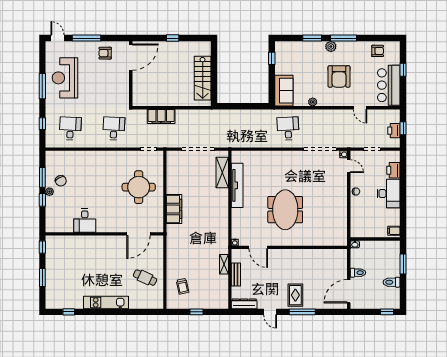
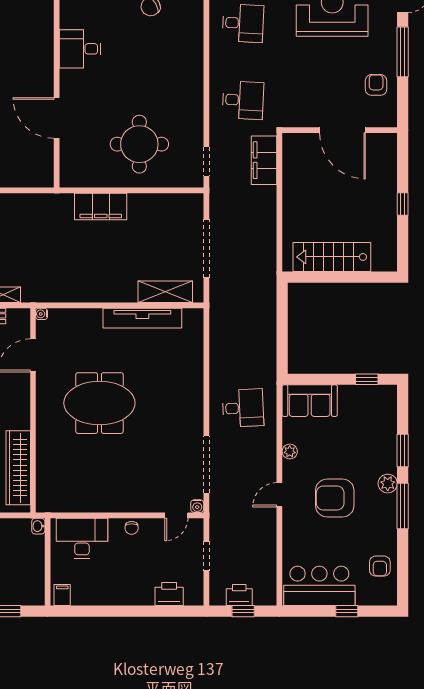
door: (131, 57) -> (342, 130), moved
door: (360, 108) -> (279, 495), moved
filing cabinet: (161, 116) -> (264, 160), moved
desk: (389, 194) -> (82, 538), moved, turned 180
door: (138, 234) -> (57, 118), moved
wardrobe: (322, 256) -> (18, 468), added

